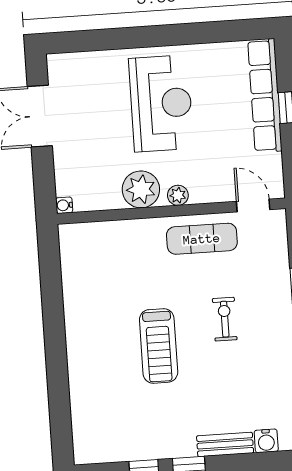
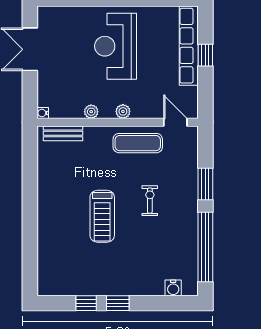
reception desk: (161, 103) -> (116, 46), turned 180
plant: (141, 189) -> (91, 112), width x0.53, depth x0.53
bench: (225, 444) -> (63, 133), moved

